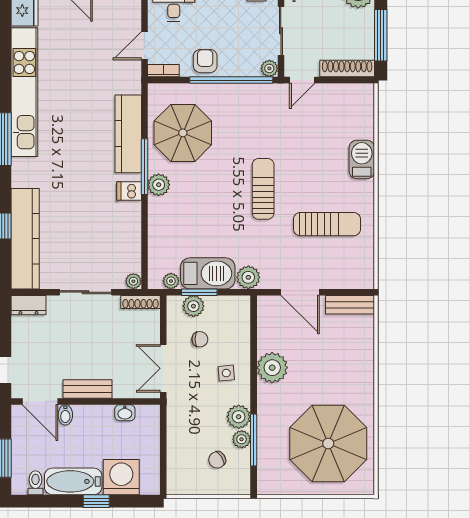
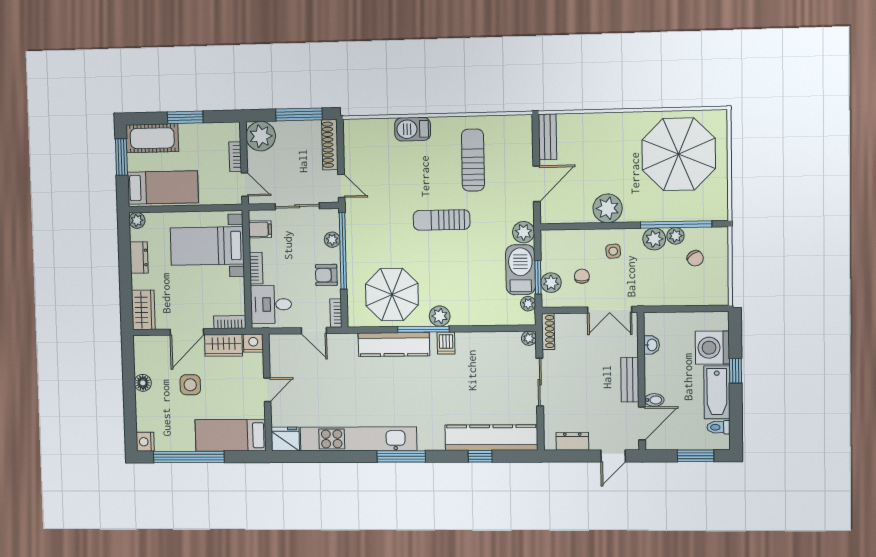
plant: (269, 68) -> (332, 240), moved
dresser: (28, 305) -> (572, 441), moved, turned -90
window: (254, 440) -> (676, 224), width x1.46

